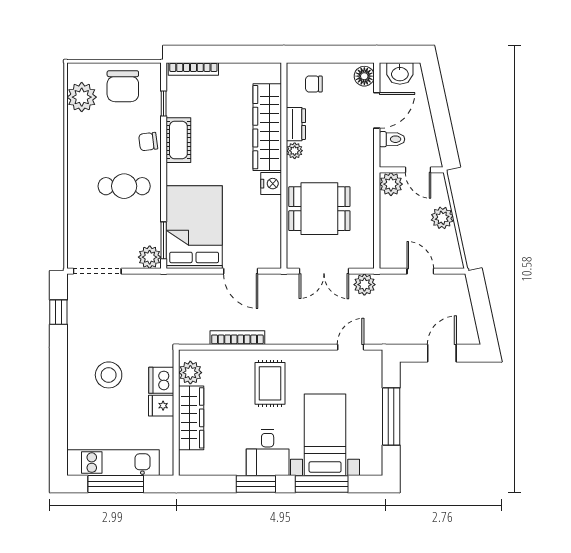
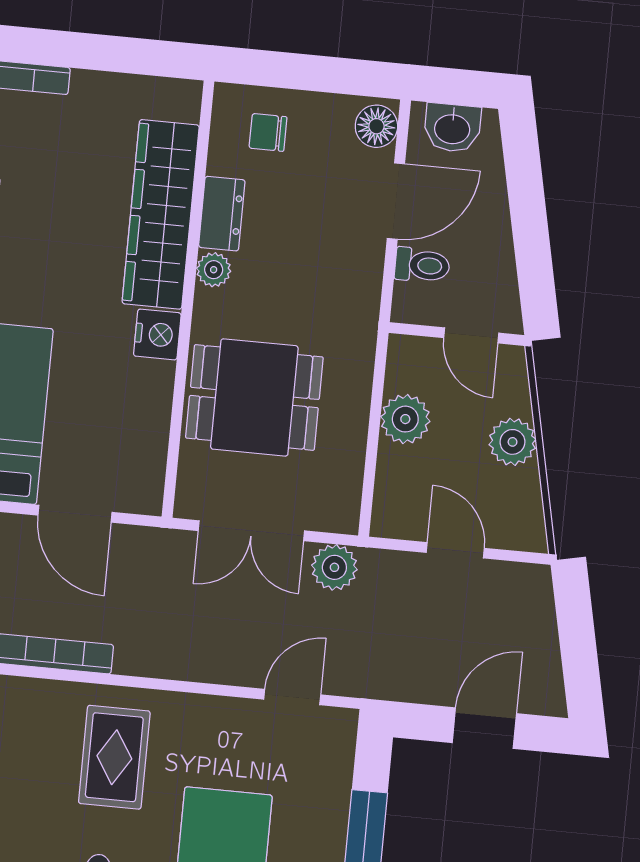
plant: (391, 184) -> (405, 419), moved

